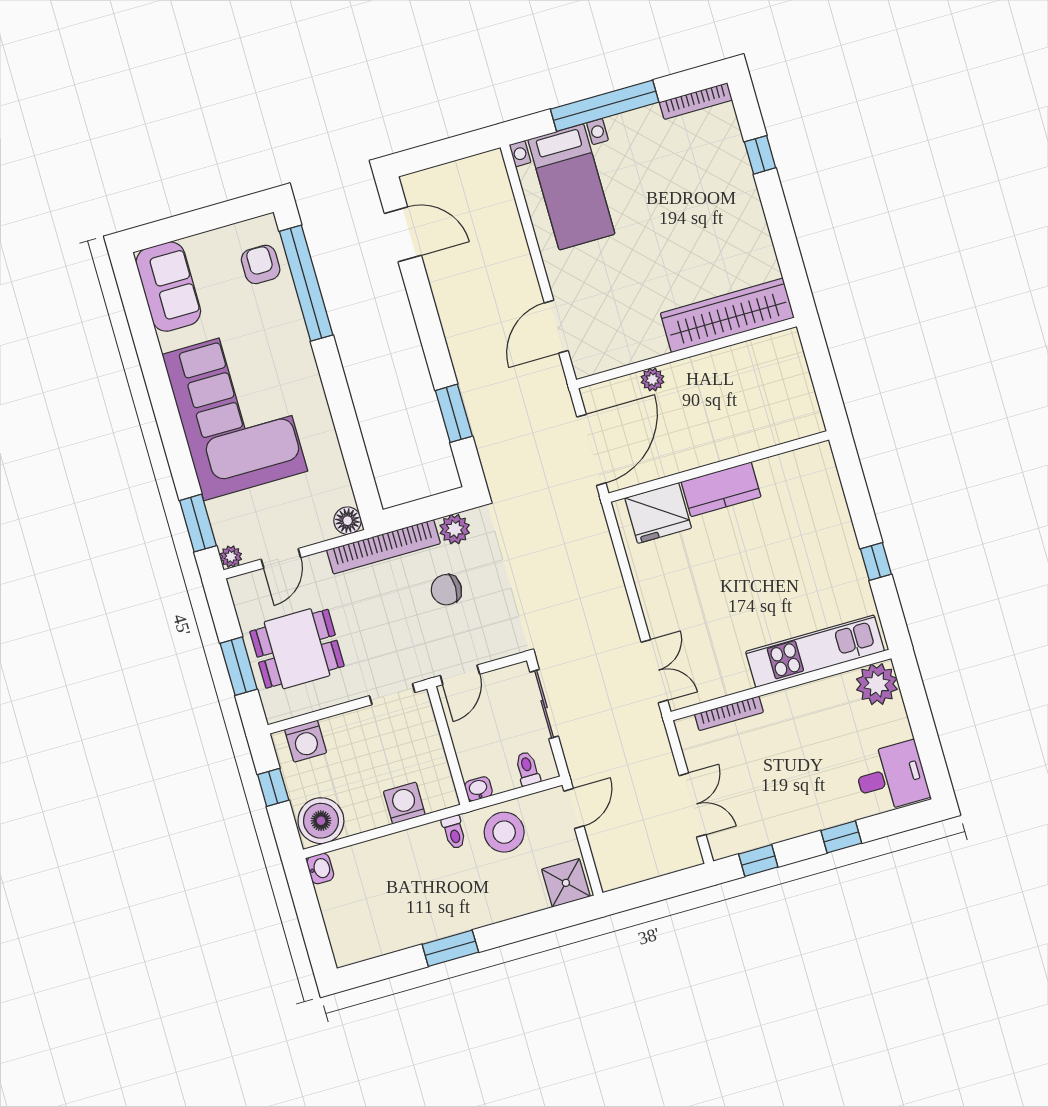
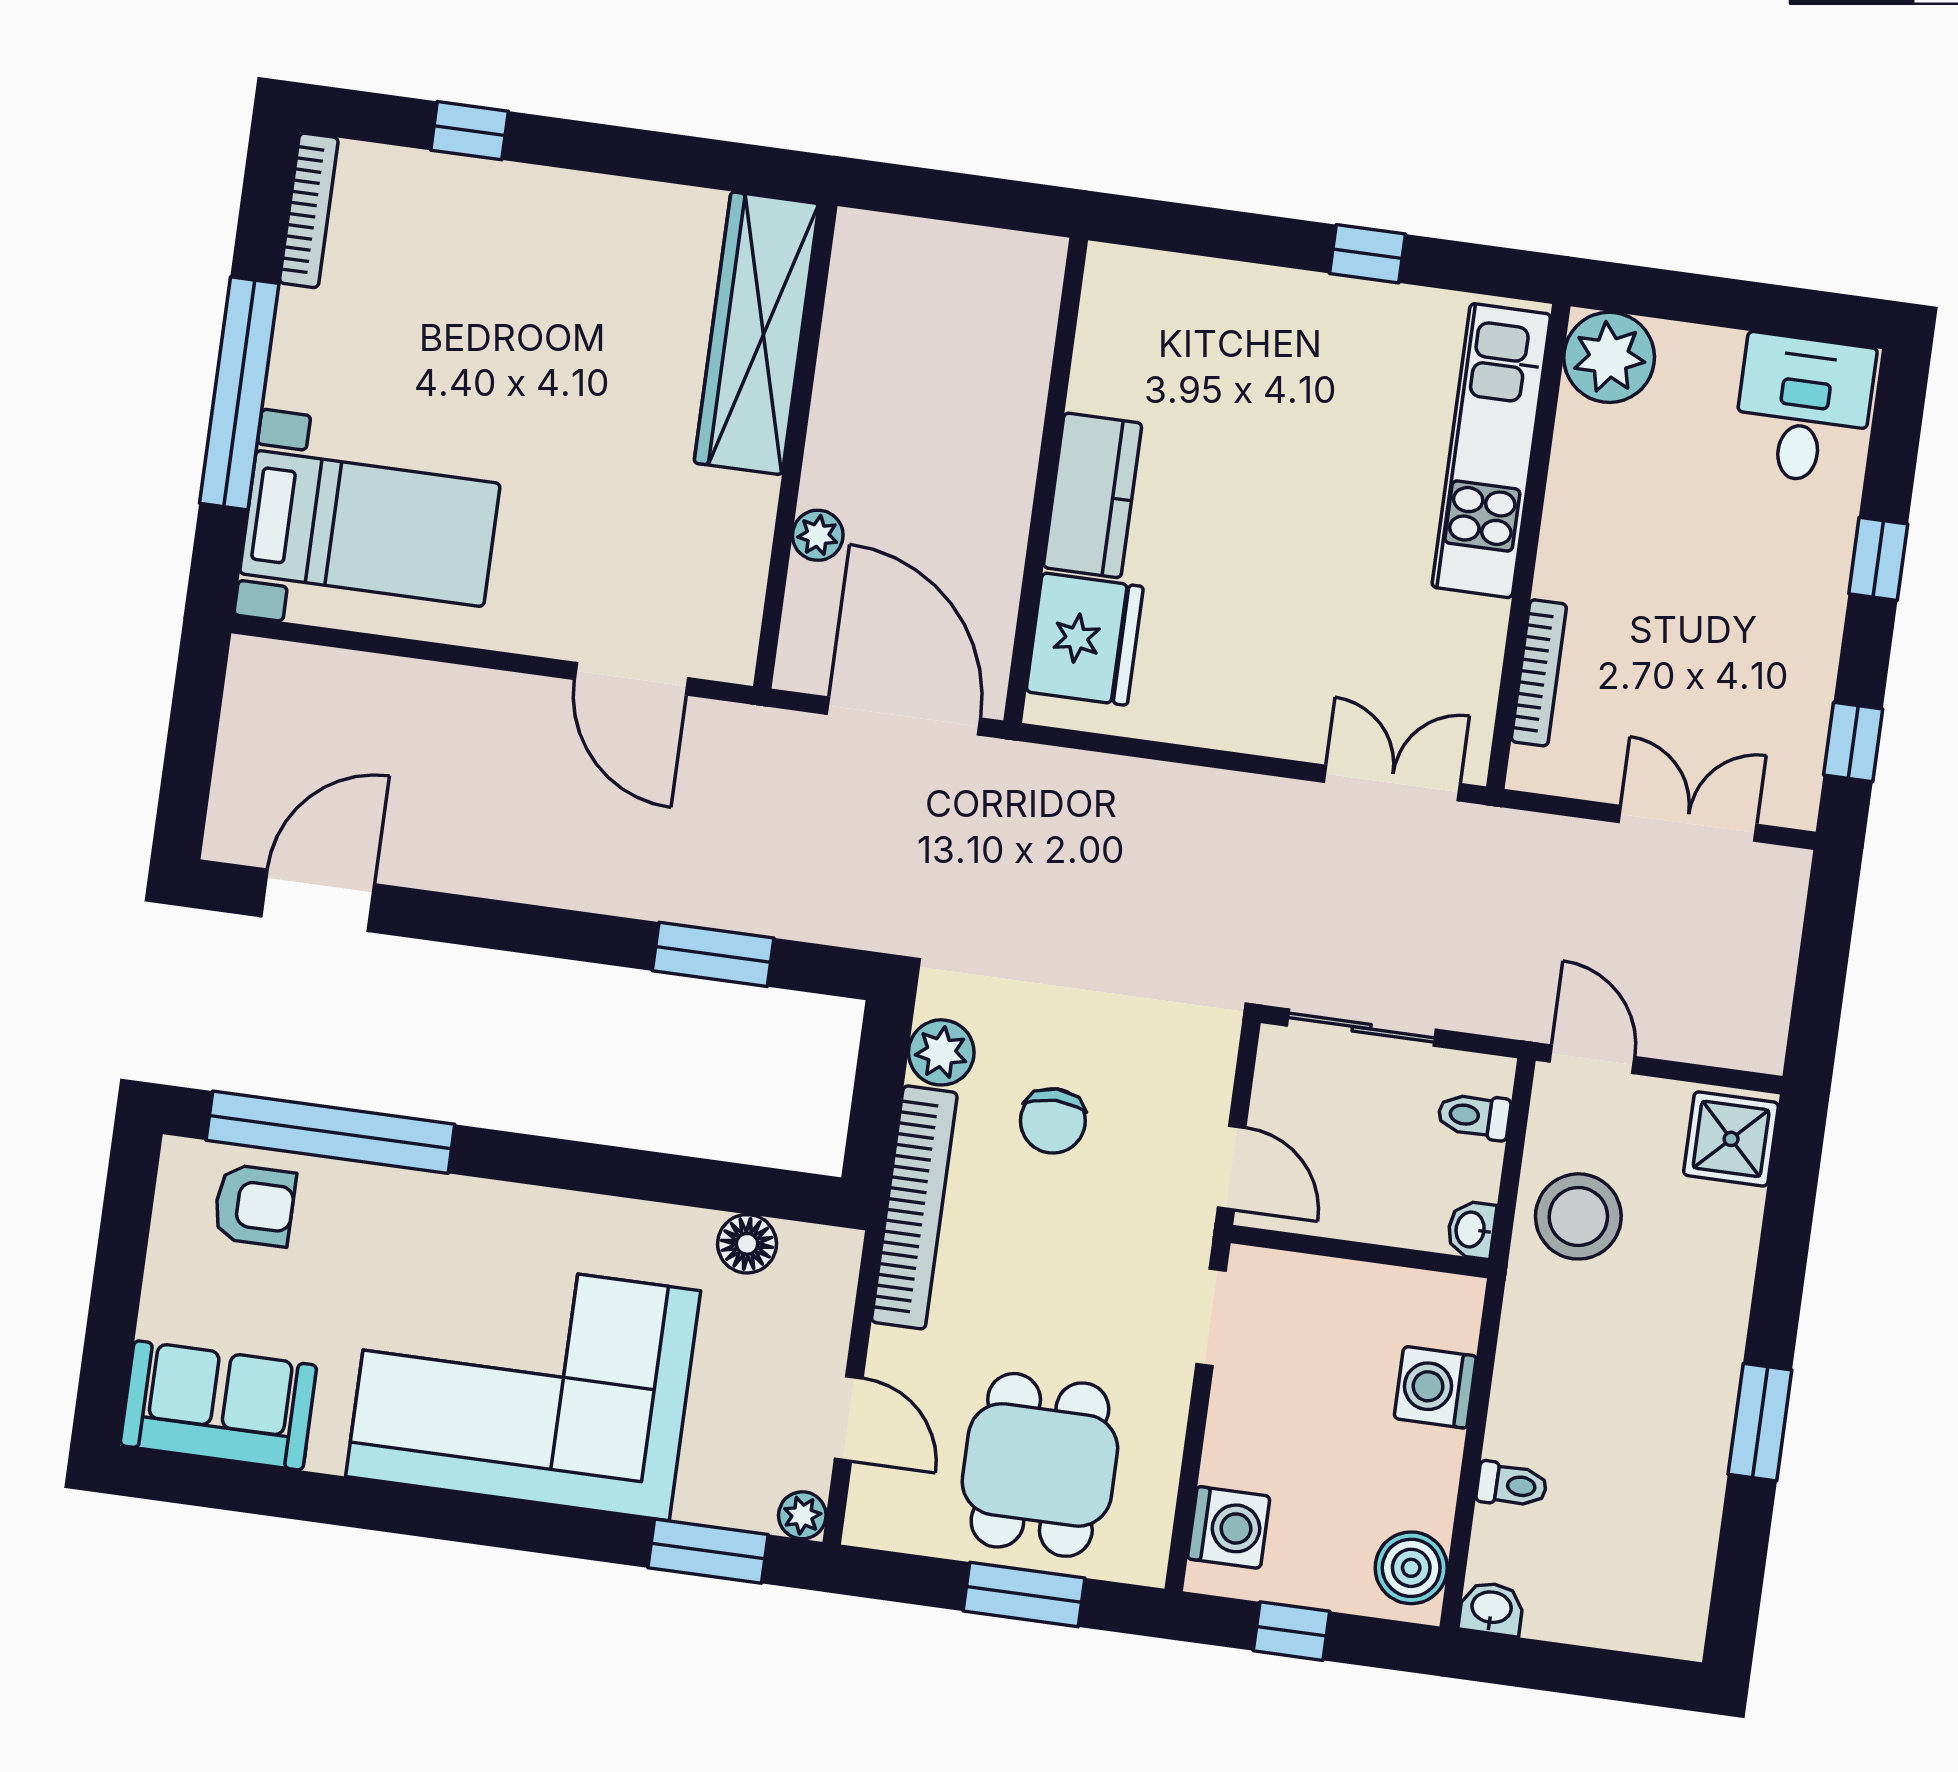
armchair: (261, 264) -> (254, 1205), turned 180
floor lamp: (348, 521) -> (747, 1244), moved
boiler: (321, 821) -> (1411, 1568), width x0.73, depth x0.73
toilet: (454, 832) -> (1512, 1485), moved

